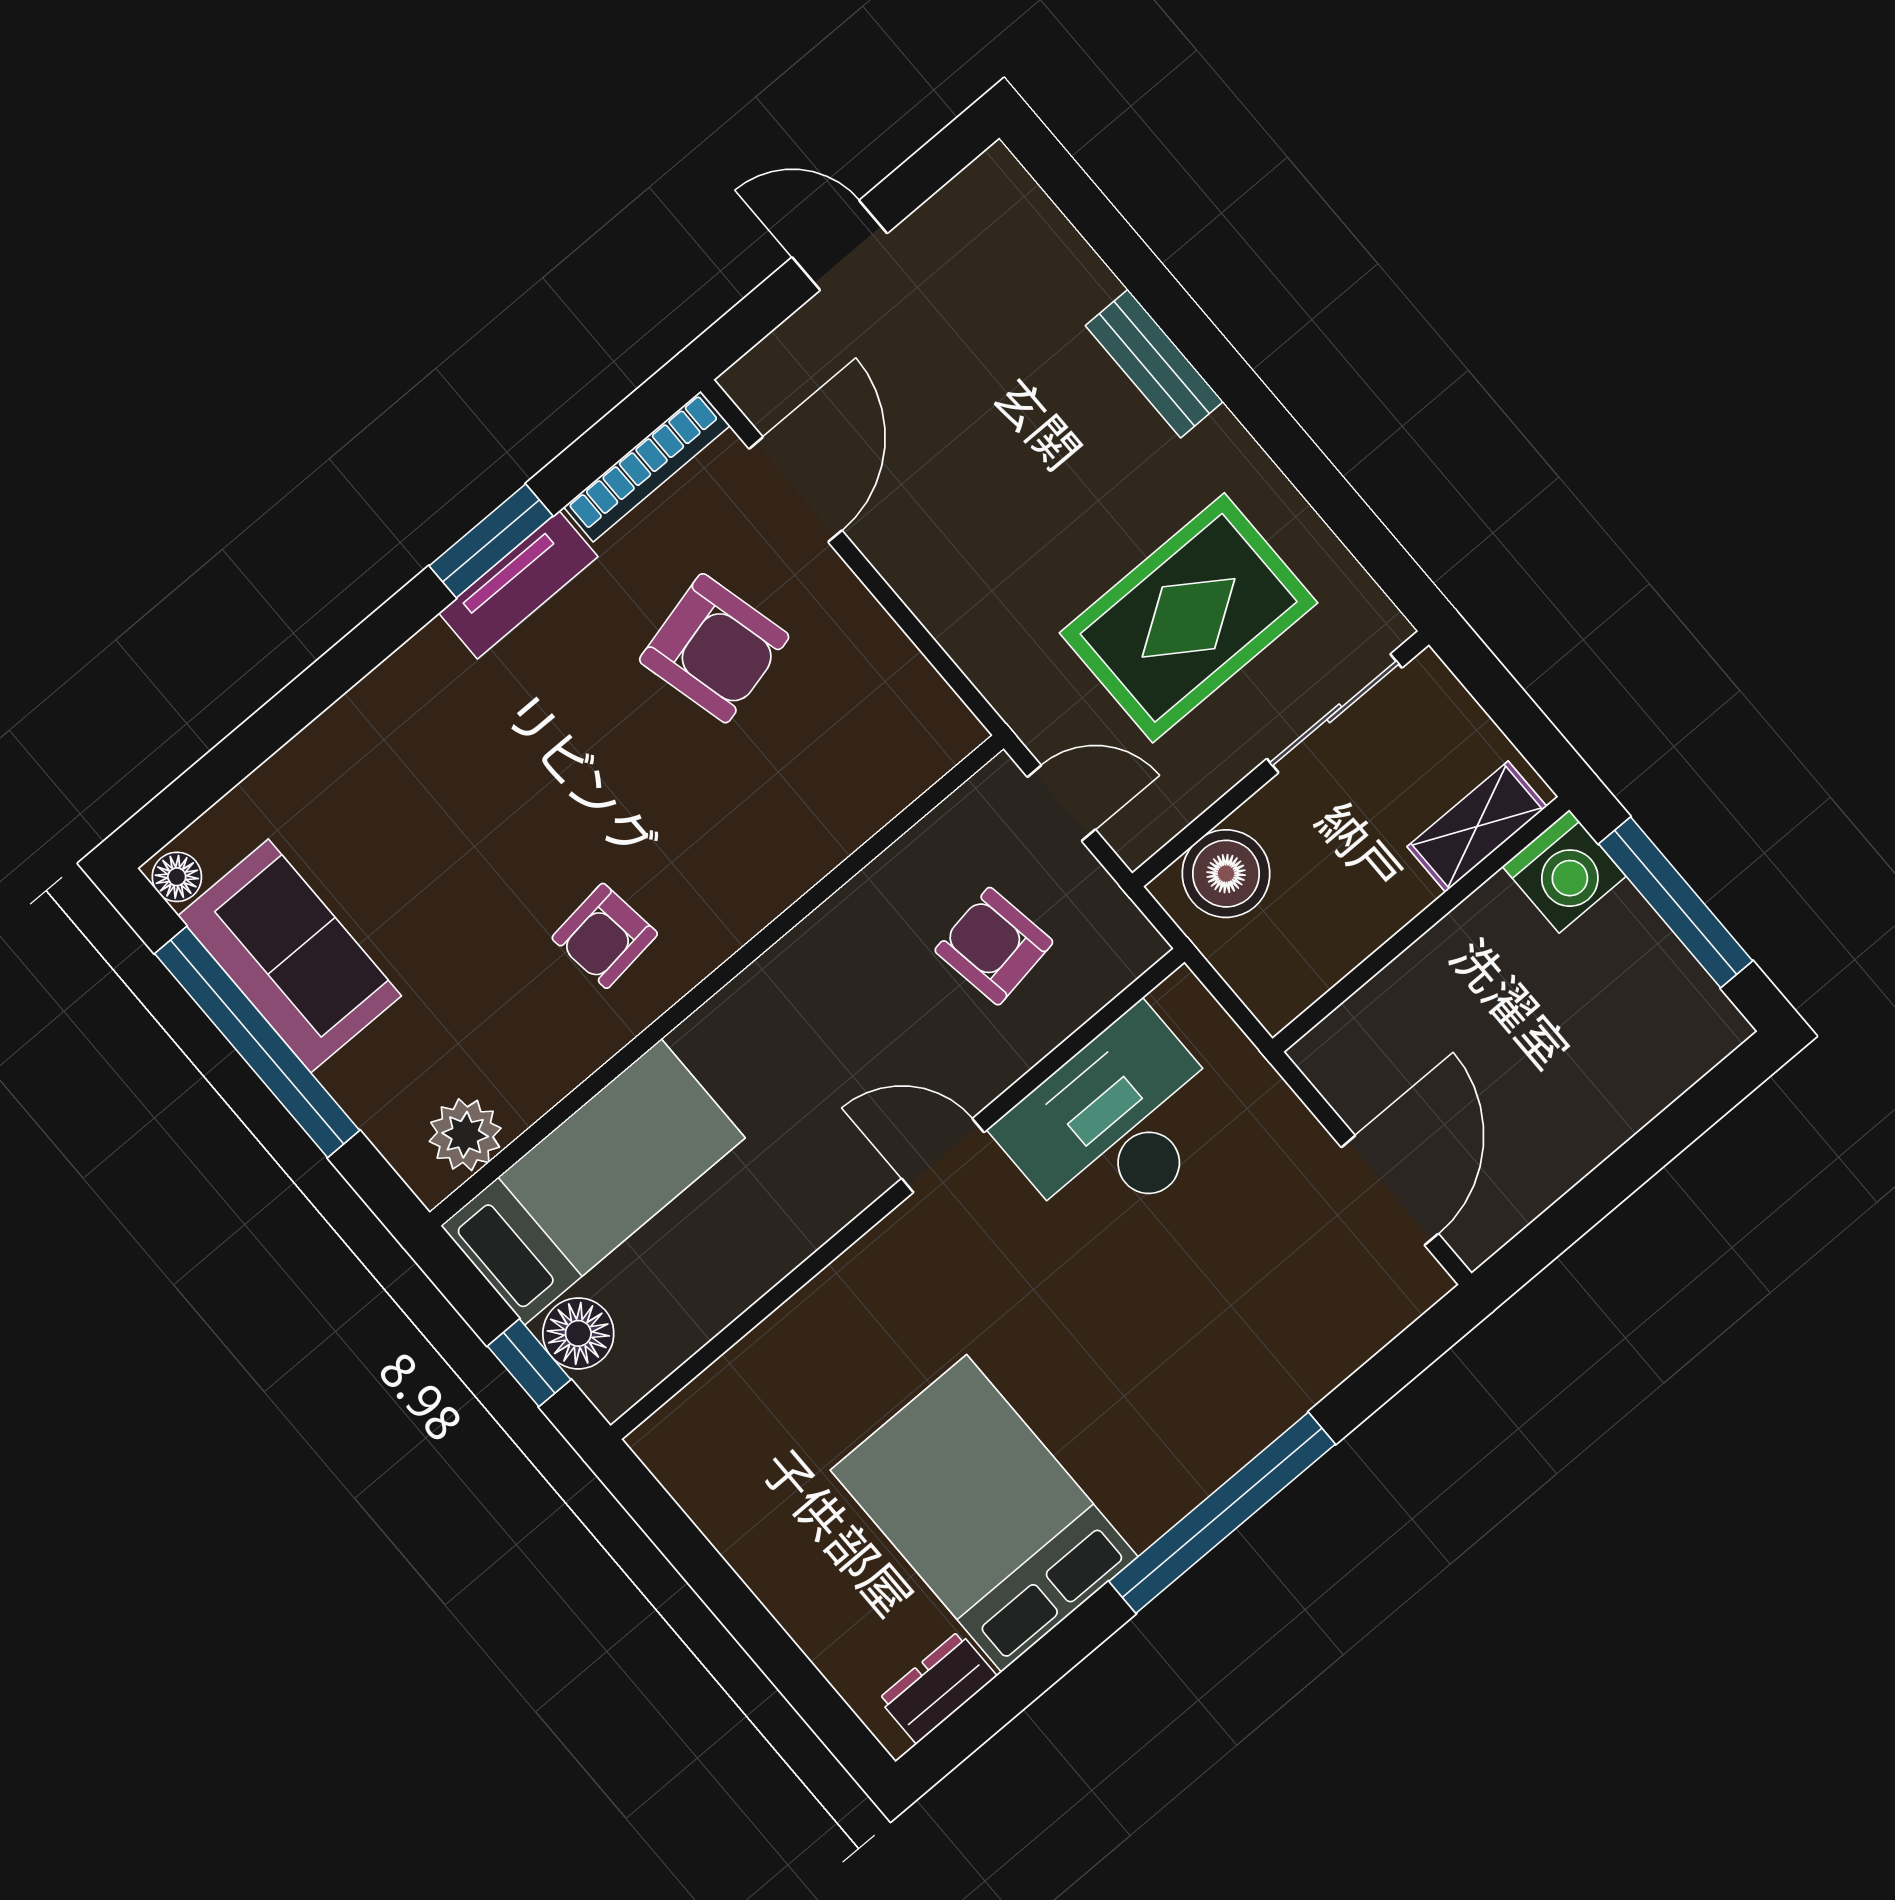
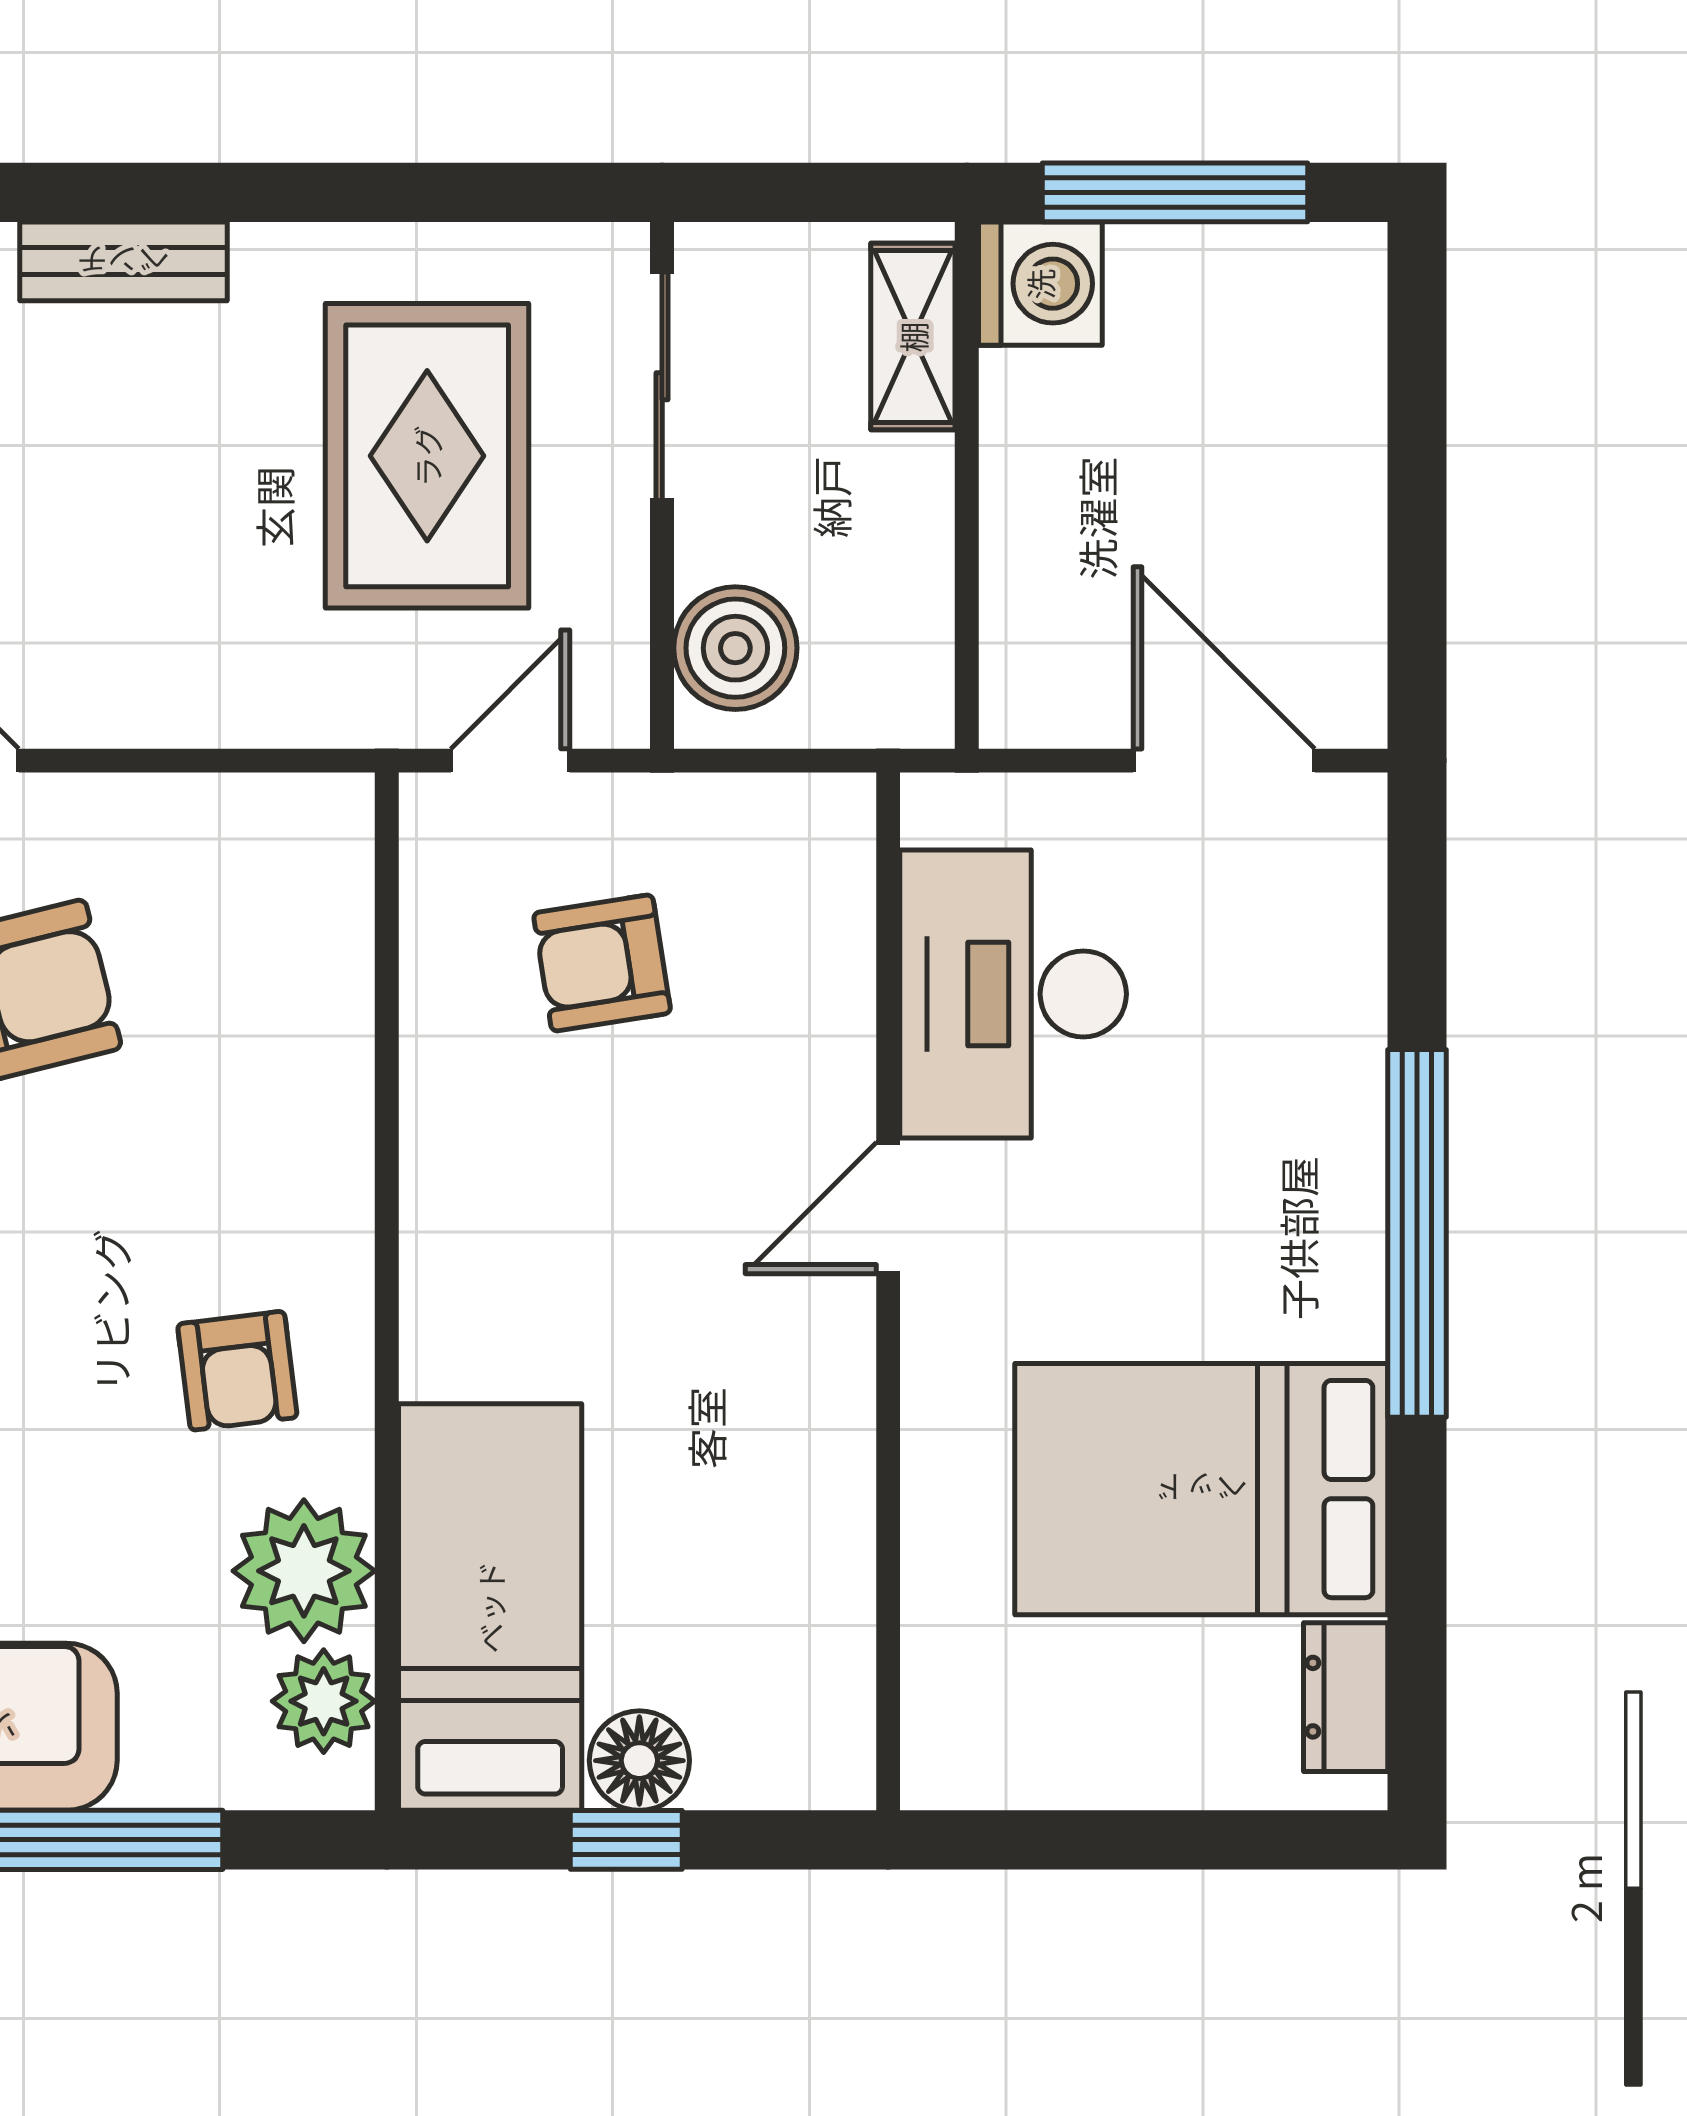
plant: (527, 1064) -> (304, 1571), added
desk: (1116, 1125) -> (1013, 994), moved
door: (943, 1155) -> (888, 1208), moved
wall: (898, 1194) -> (888, 1291), moved

